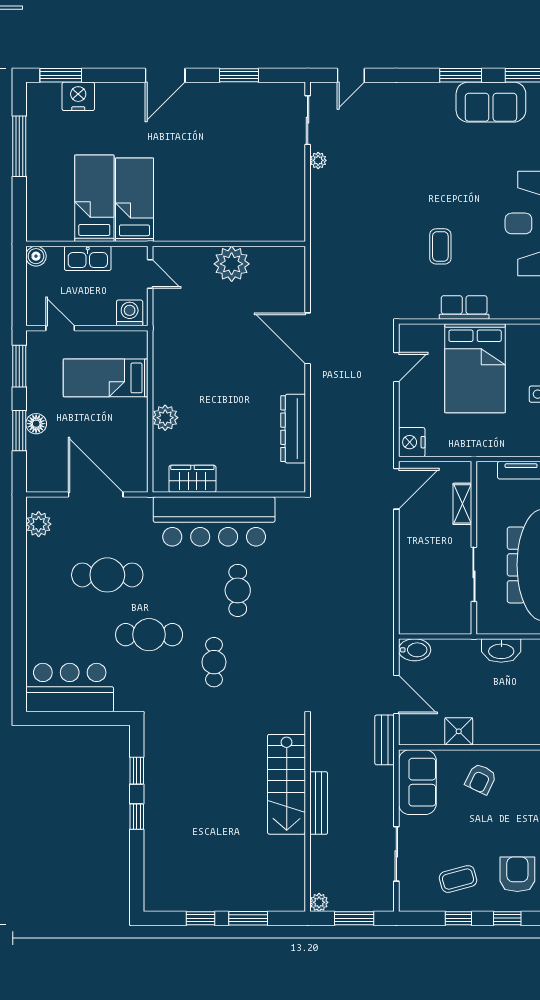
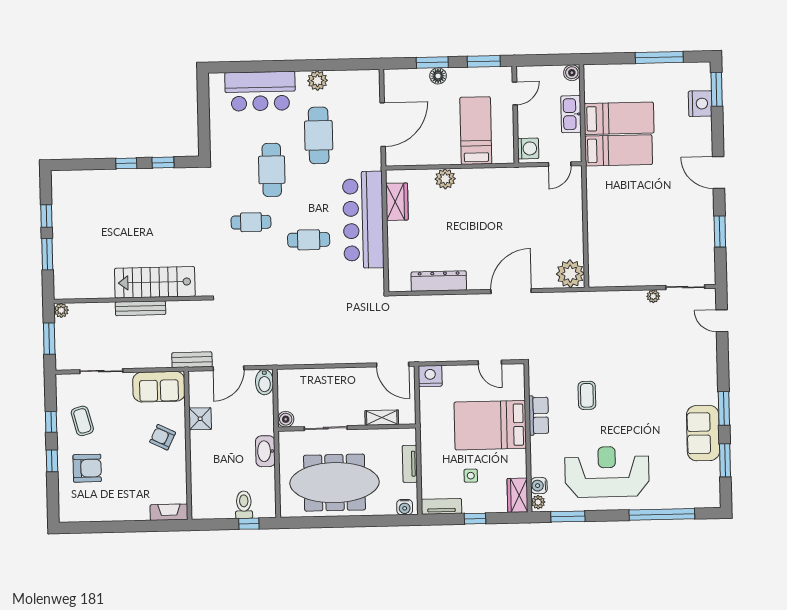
coffee table: (440, 246) -> (587, 395), turned 90
plant: (232, 264) -> (570, 274), moved
plant: (39, 524) -> (317, 81), moved
boiler: (462, 624) -> (286, 419), added
bar counter: (70, 688) -> (260, 91), moved, turned 90

